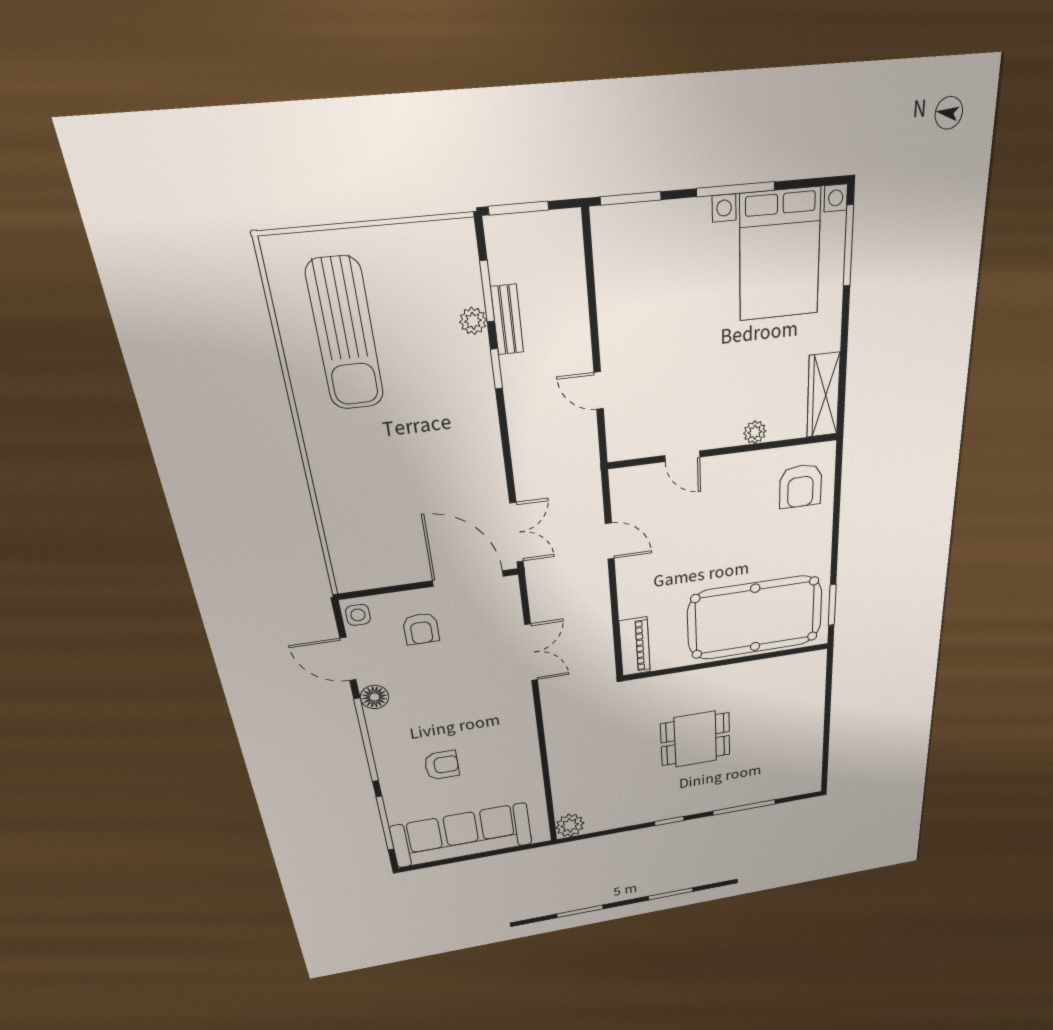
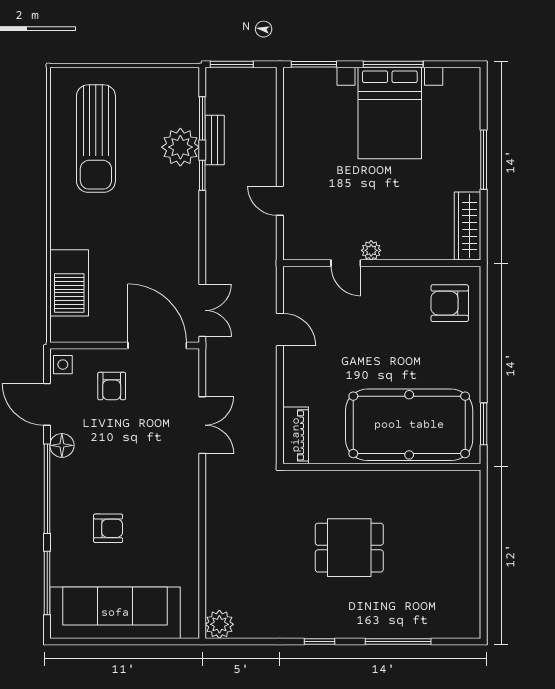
window: (848, 246) -> (484, 160), moved
bed with nightstands: (780, 255) -> (390, 113), moved
plant: (473, 321) -> (180, 147), width x1.88, depth x1.88
plant: (755, 432) -> (371, 250), moved
armchair: (800, 486) -> (450, 303), turned 90
barbecue: (347, 523) -> (69, 283), added

